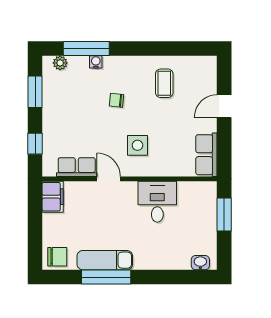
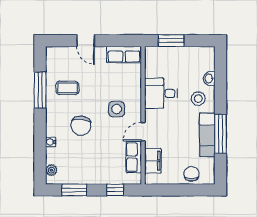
window: (86, 49) -> (40, 90), moved
chair: (117, 100) -> (81, 126), width x1.87, depth x1.87
filing cabinet: (53, 197) -> (153, 161), moved, turned 90
stool: (151, 249) -> (198, 99), added
chair: (57, 257) -> (191, 174), moved
washbasin: (200, 263) -> (209, 79), moved

